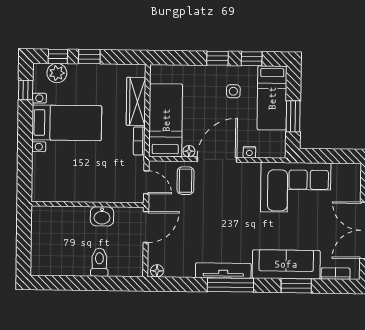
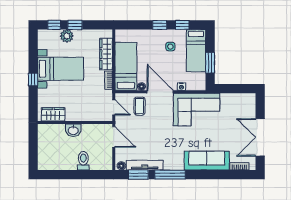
plant: (57, 73) -> (67, 36), moved
window: (26, 90) -> (33, 80), moved
door: (217, 159) -> (160, 92), hinge flipped
corner sofa: (296, 187) -> (197, 110), moved
wardrobe: (55, 192) -> (53, 114), added
washbasin: (102, 216) -> (73, 130), moved
door: (146, 227) -> (114, 137), hinge flipped
tv unit: (223, 270) -> (145, 165), moved
window: (296, 286) -> (138, 175), moved

